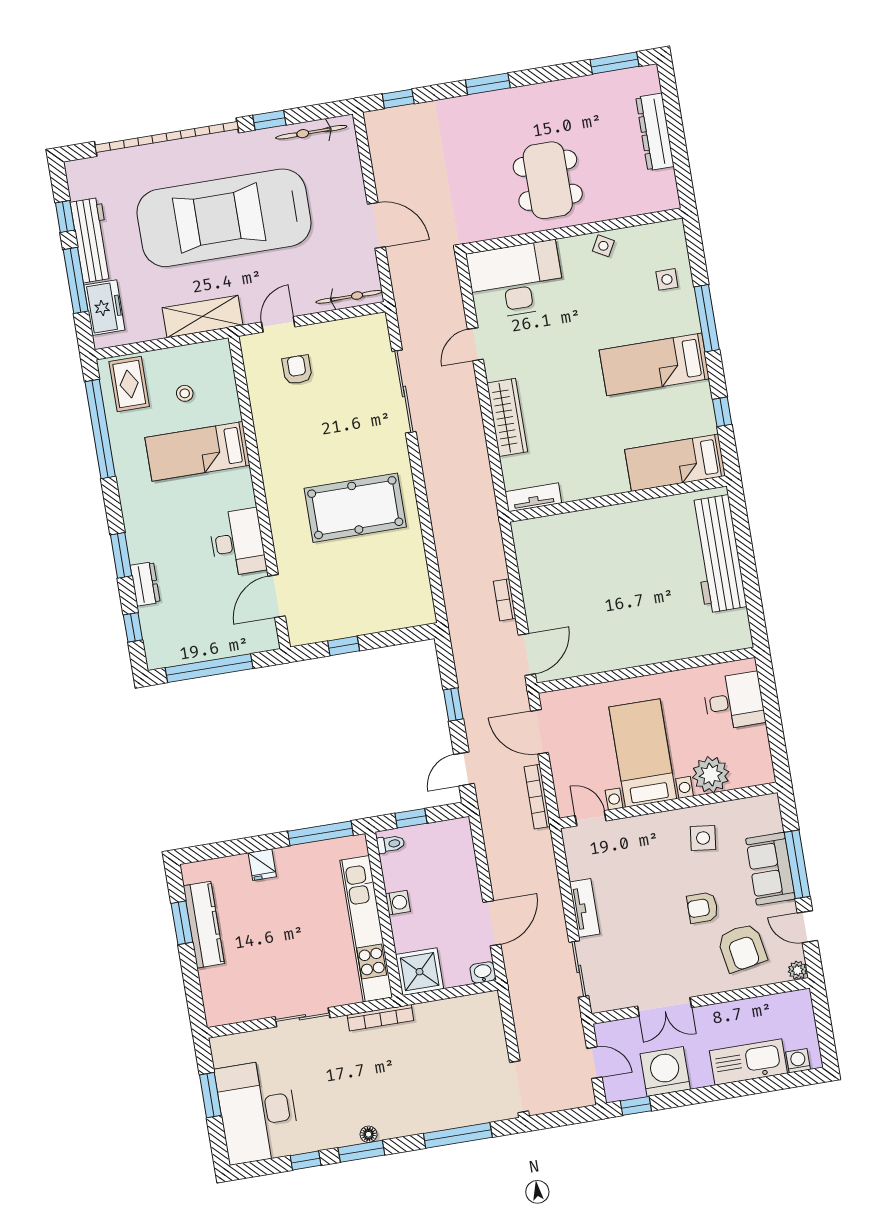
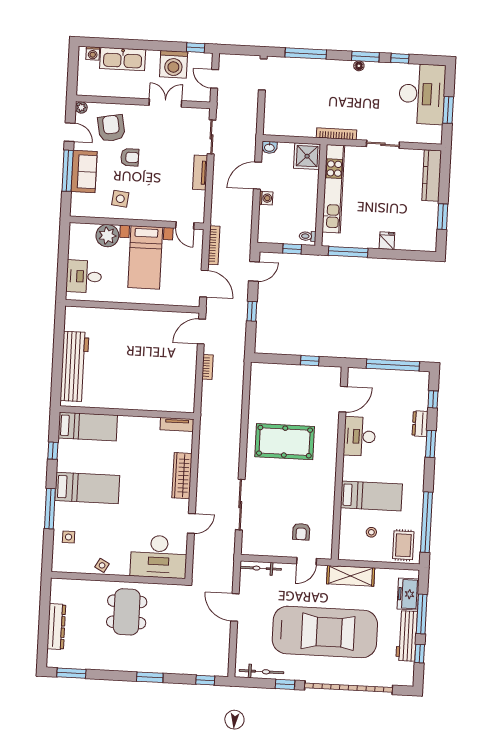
washing machine: (398, 903) -> (266, 198), moved, turned 180
kitchen counter: (204, 925) -> (432, 175), moved

